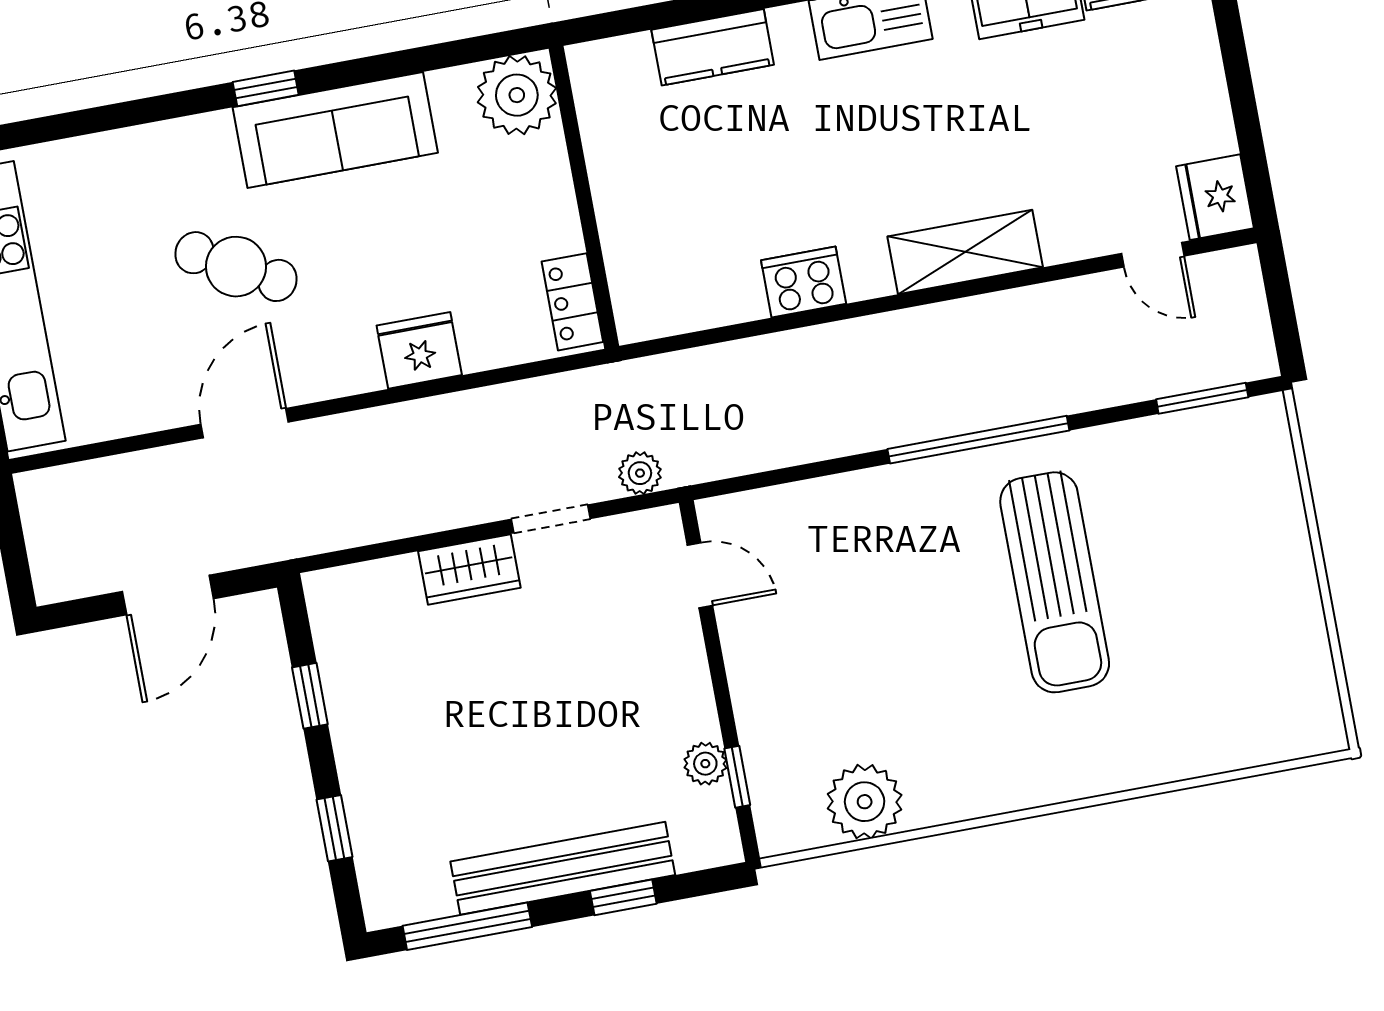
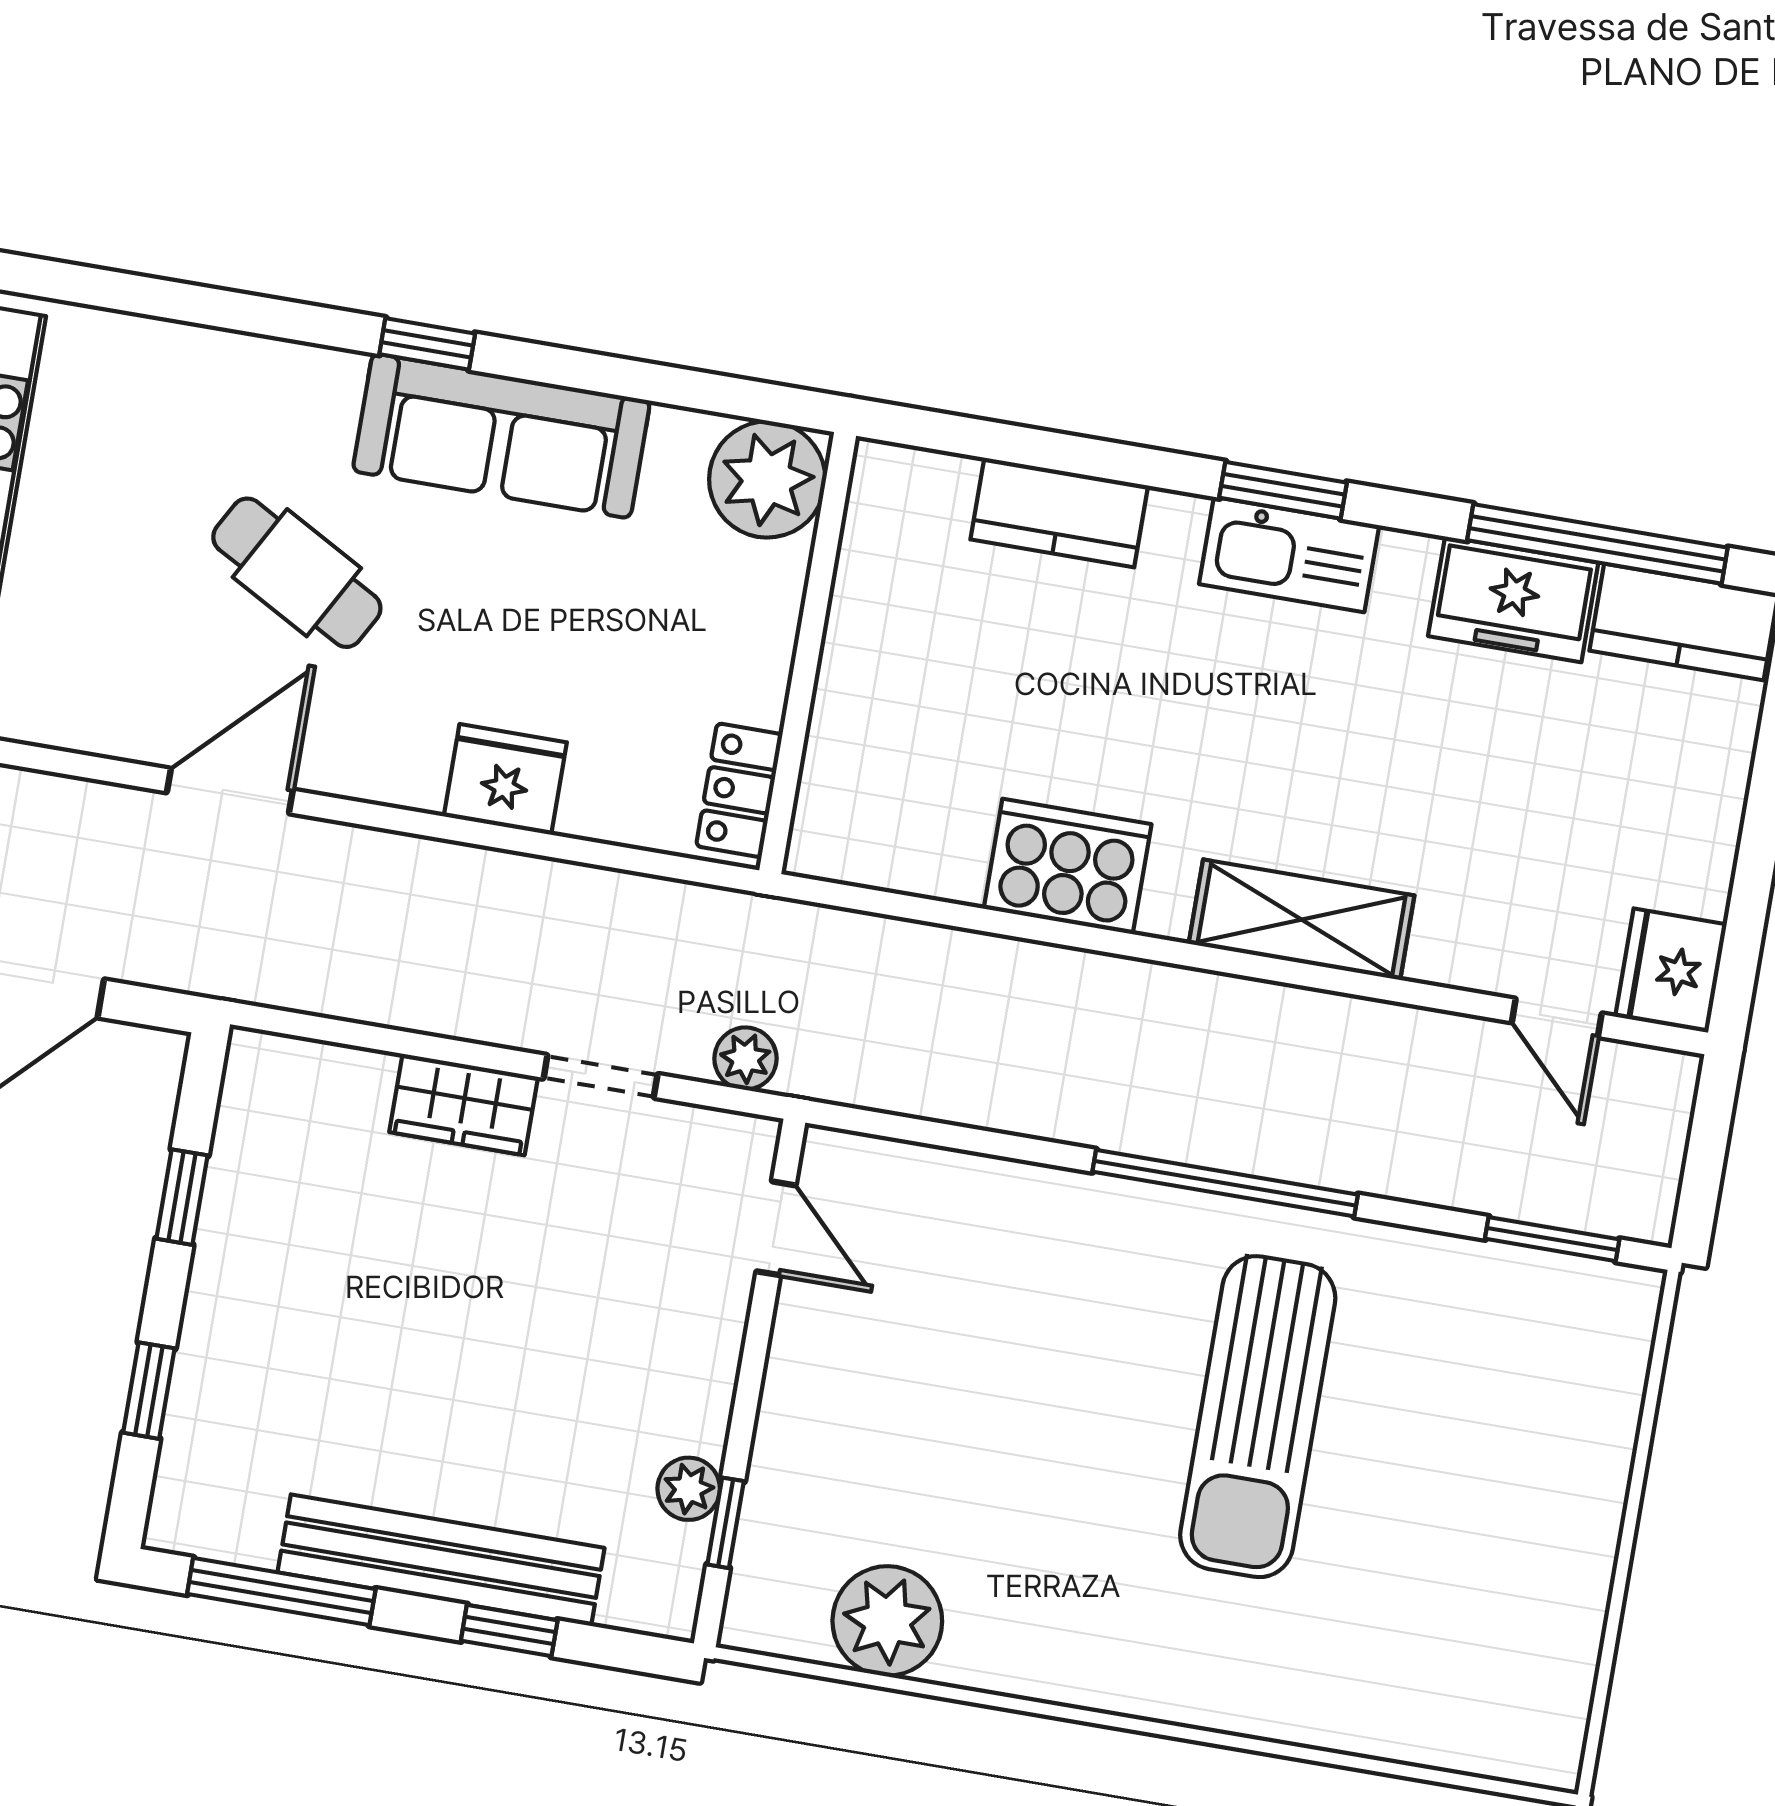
cooker: (804, 282) -> (1068, 866), width x1.37, depth x1.31

